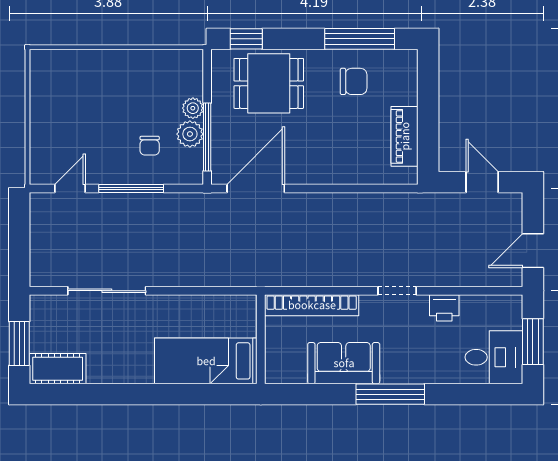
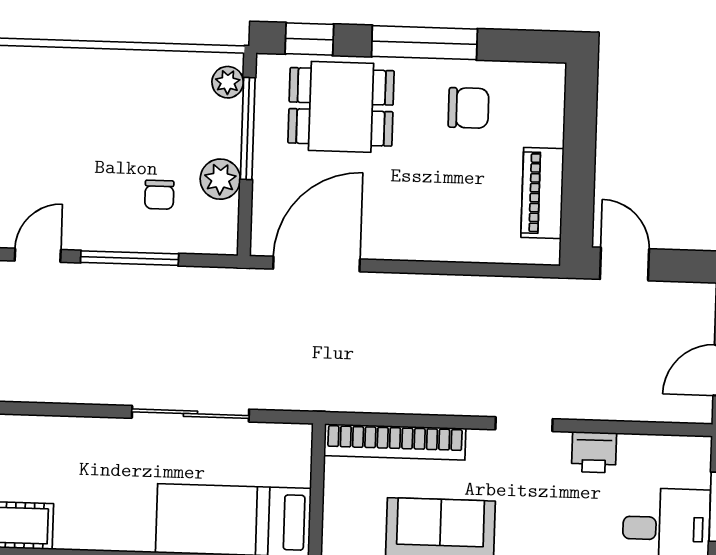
window: (360, 39) -> (424, 43), moved
plant: (193, 108) -> (228, 82), moved
window: (207, 137) -> (248, 128), moved
door: (482, 182) -> (625, 264), moved
sliding door: (107, 291) -> (190, 414), moved

